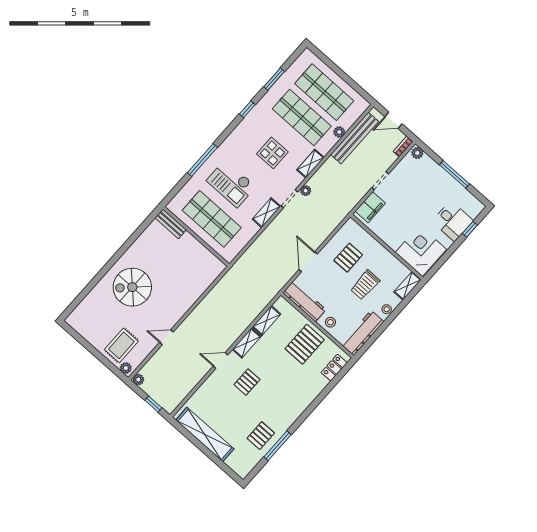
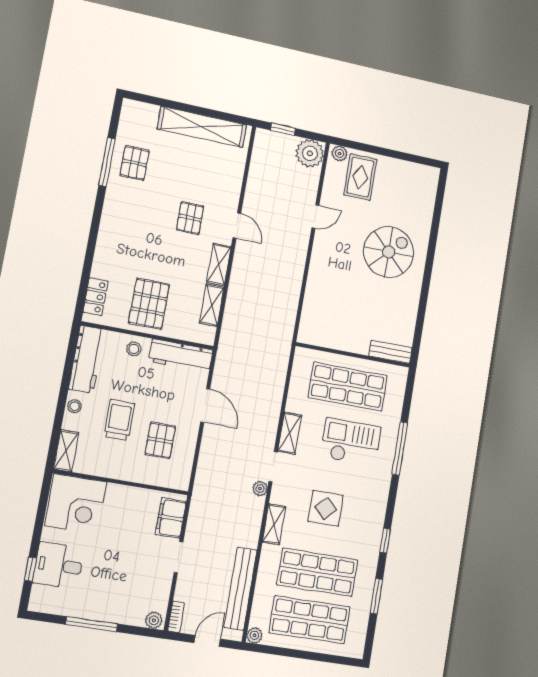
plant: (339, 132) -> (255, 635), moved
door: (221, 361) -> (237, 226), hinge flipped
plant: (138, 379) -> (310, 153), width x1.88, depth x1.88

